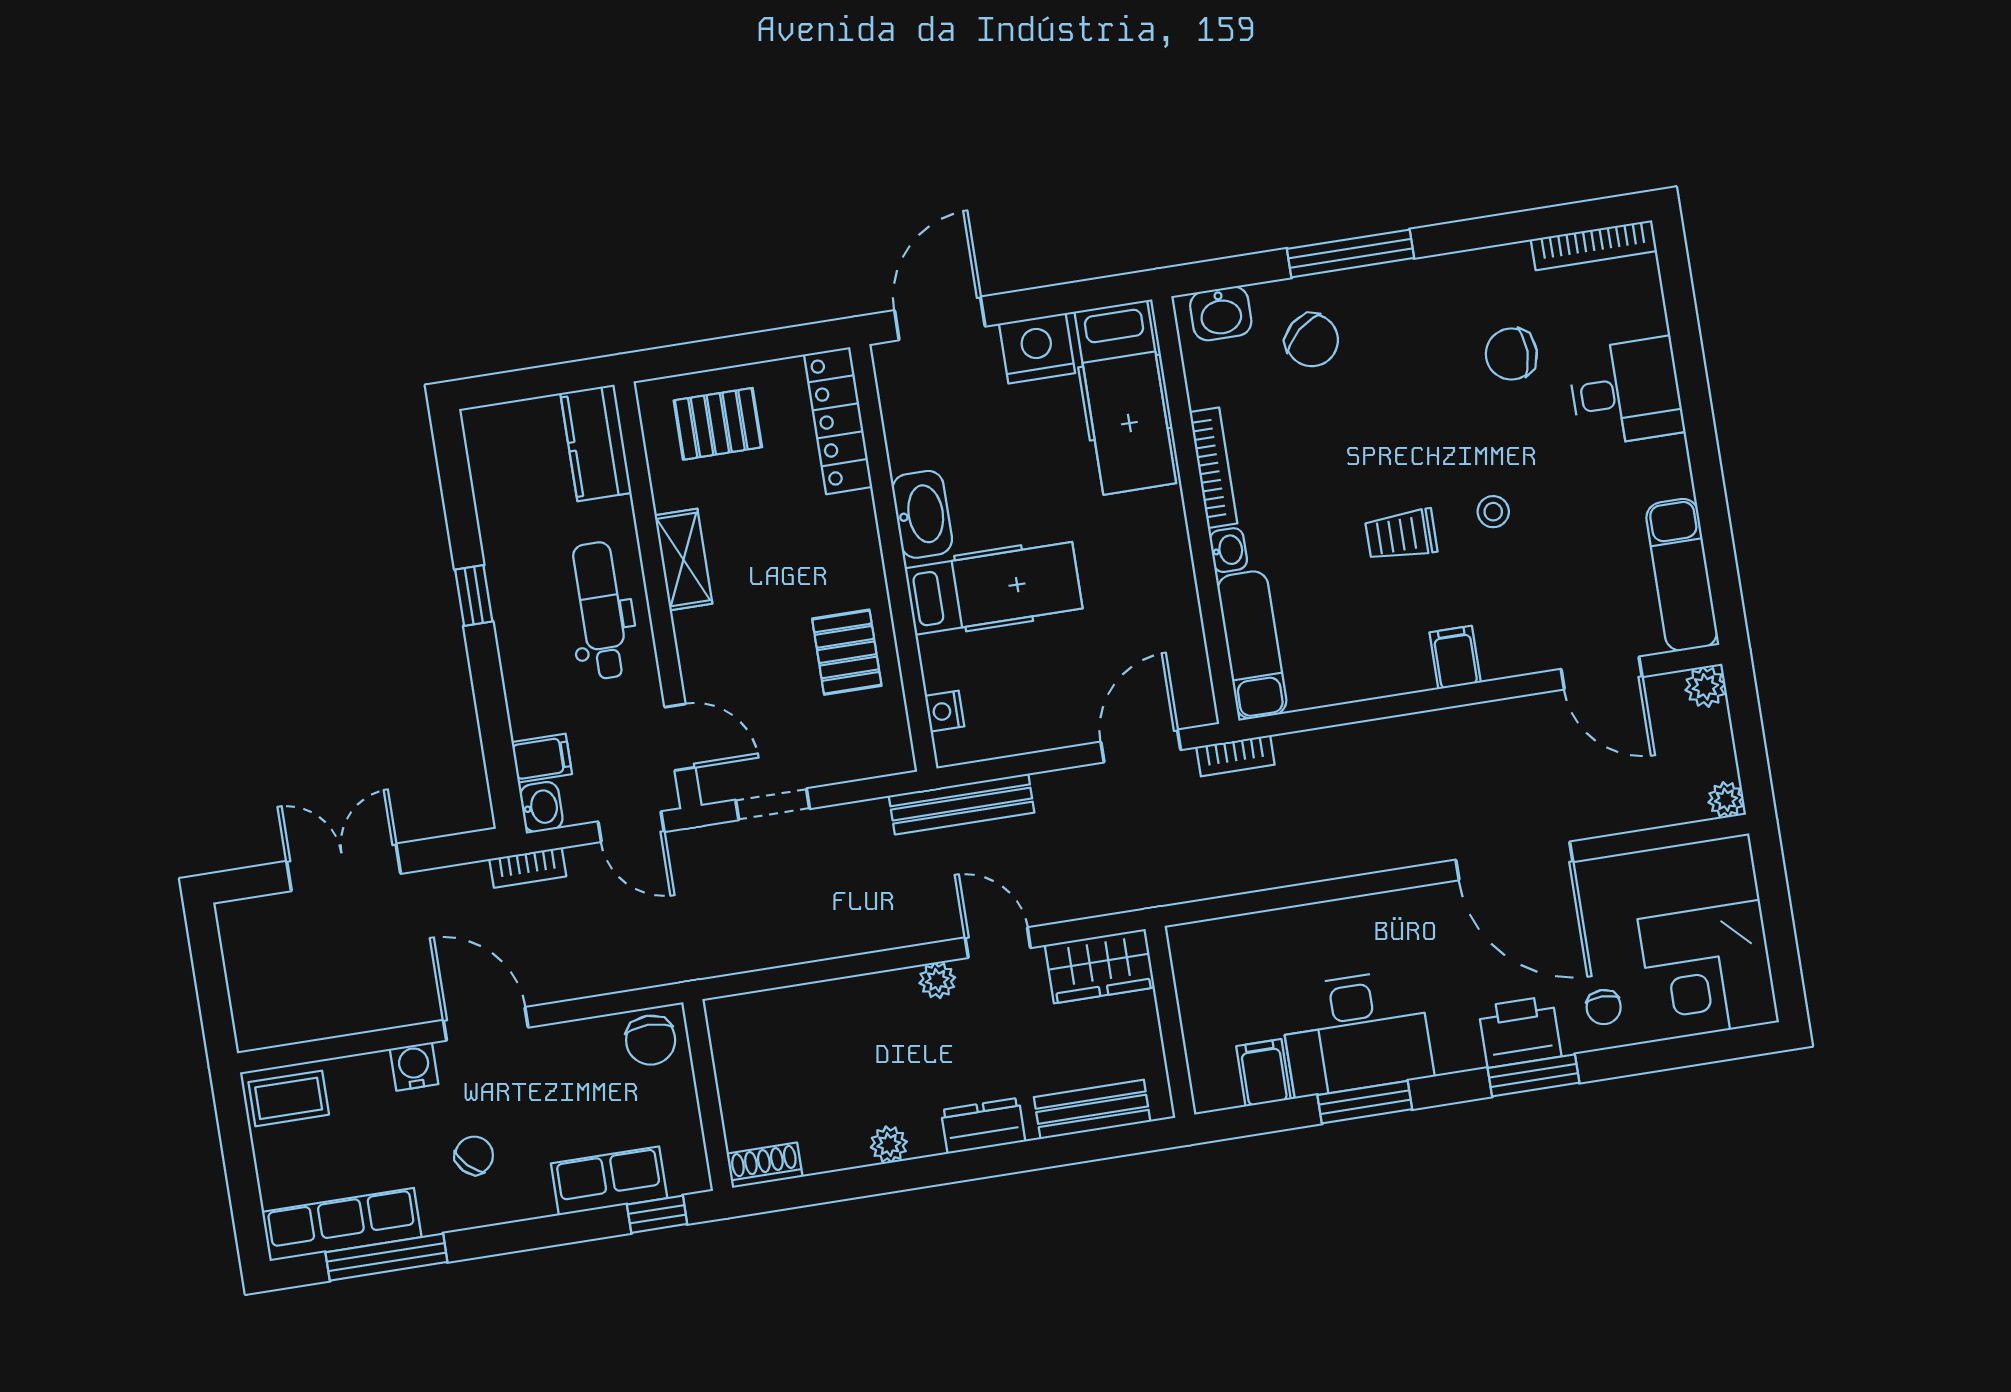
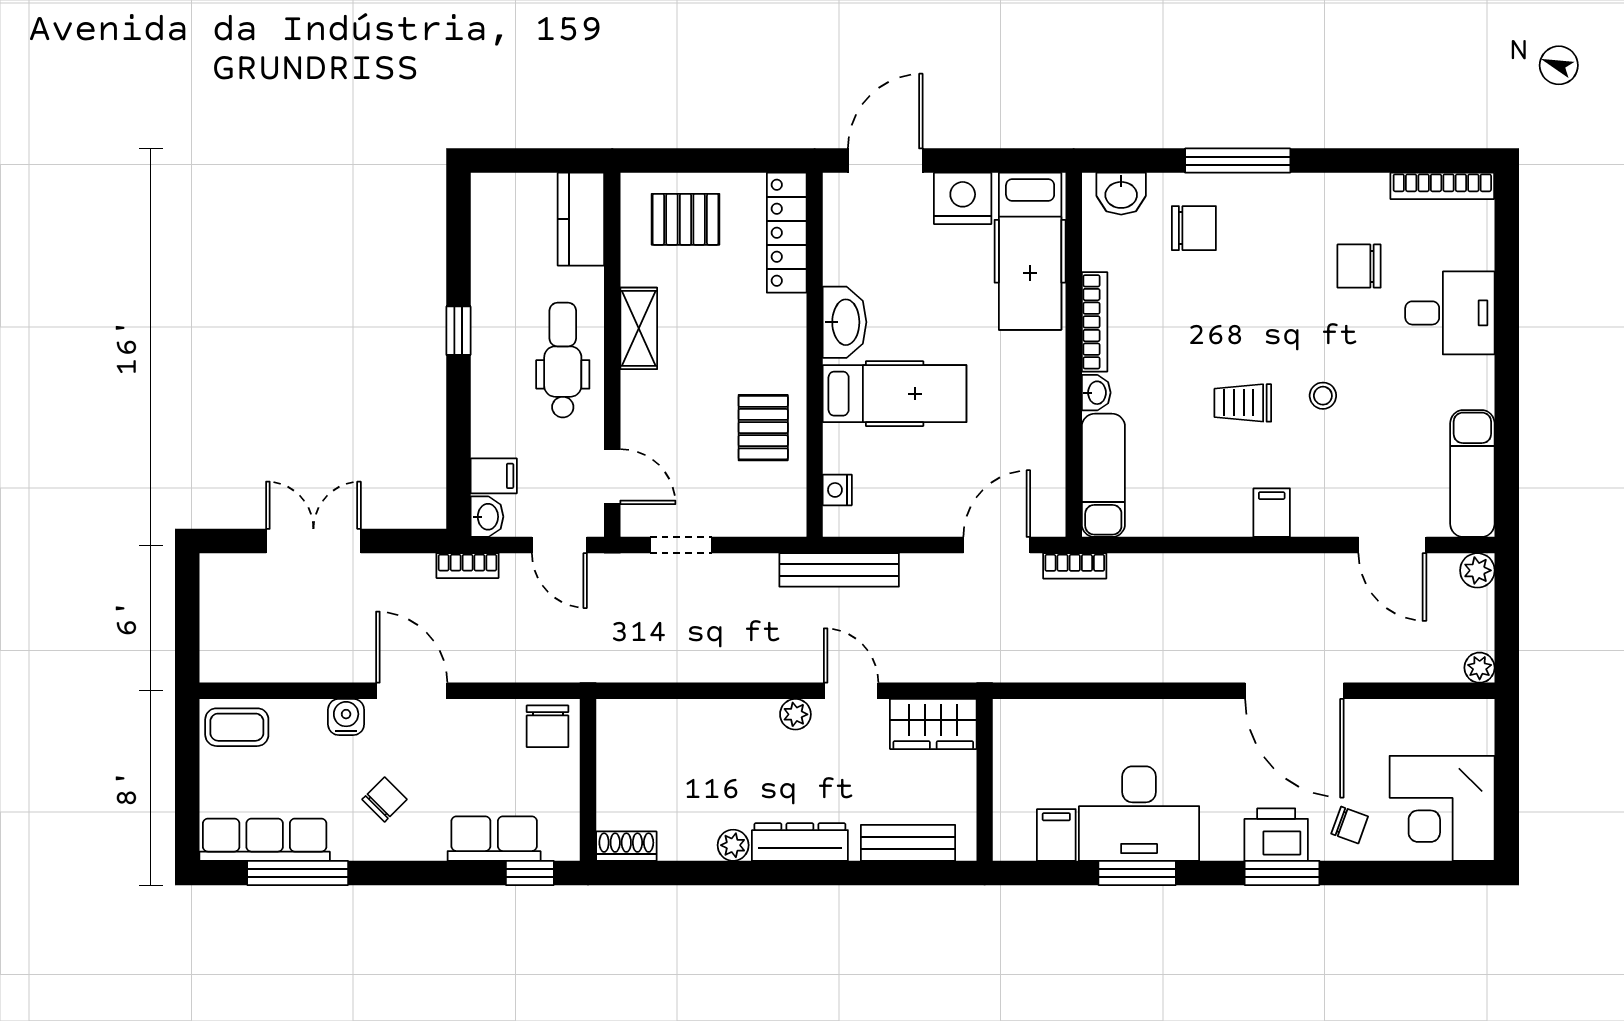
chair: (1312, 340) -> (1194, 228), turned -49
chair: (1604, 1007) -> (1350, 825), turned -70
dresser: (983, 1126) -> (800, 842), width x1.44

